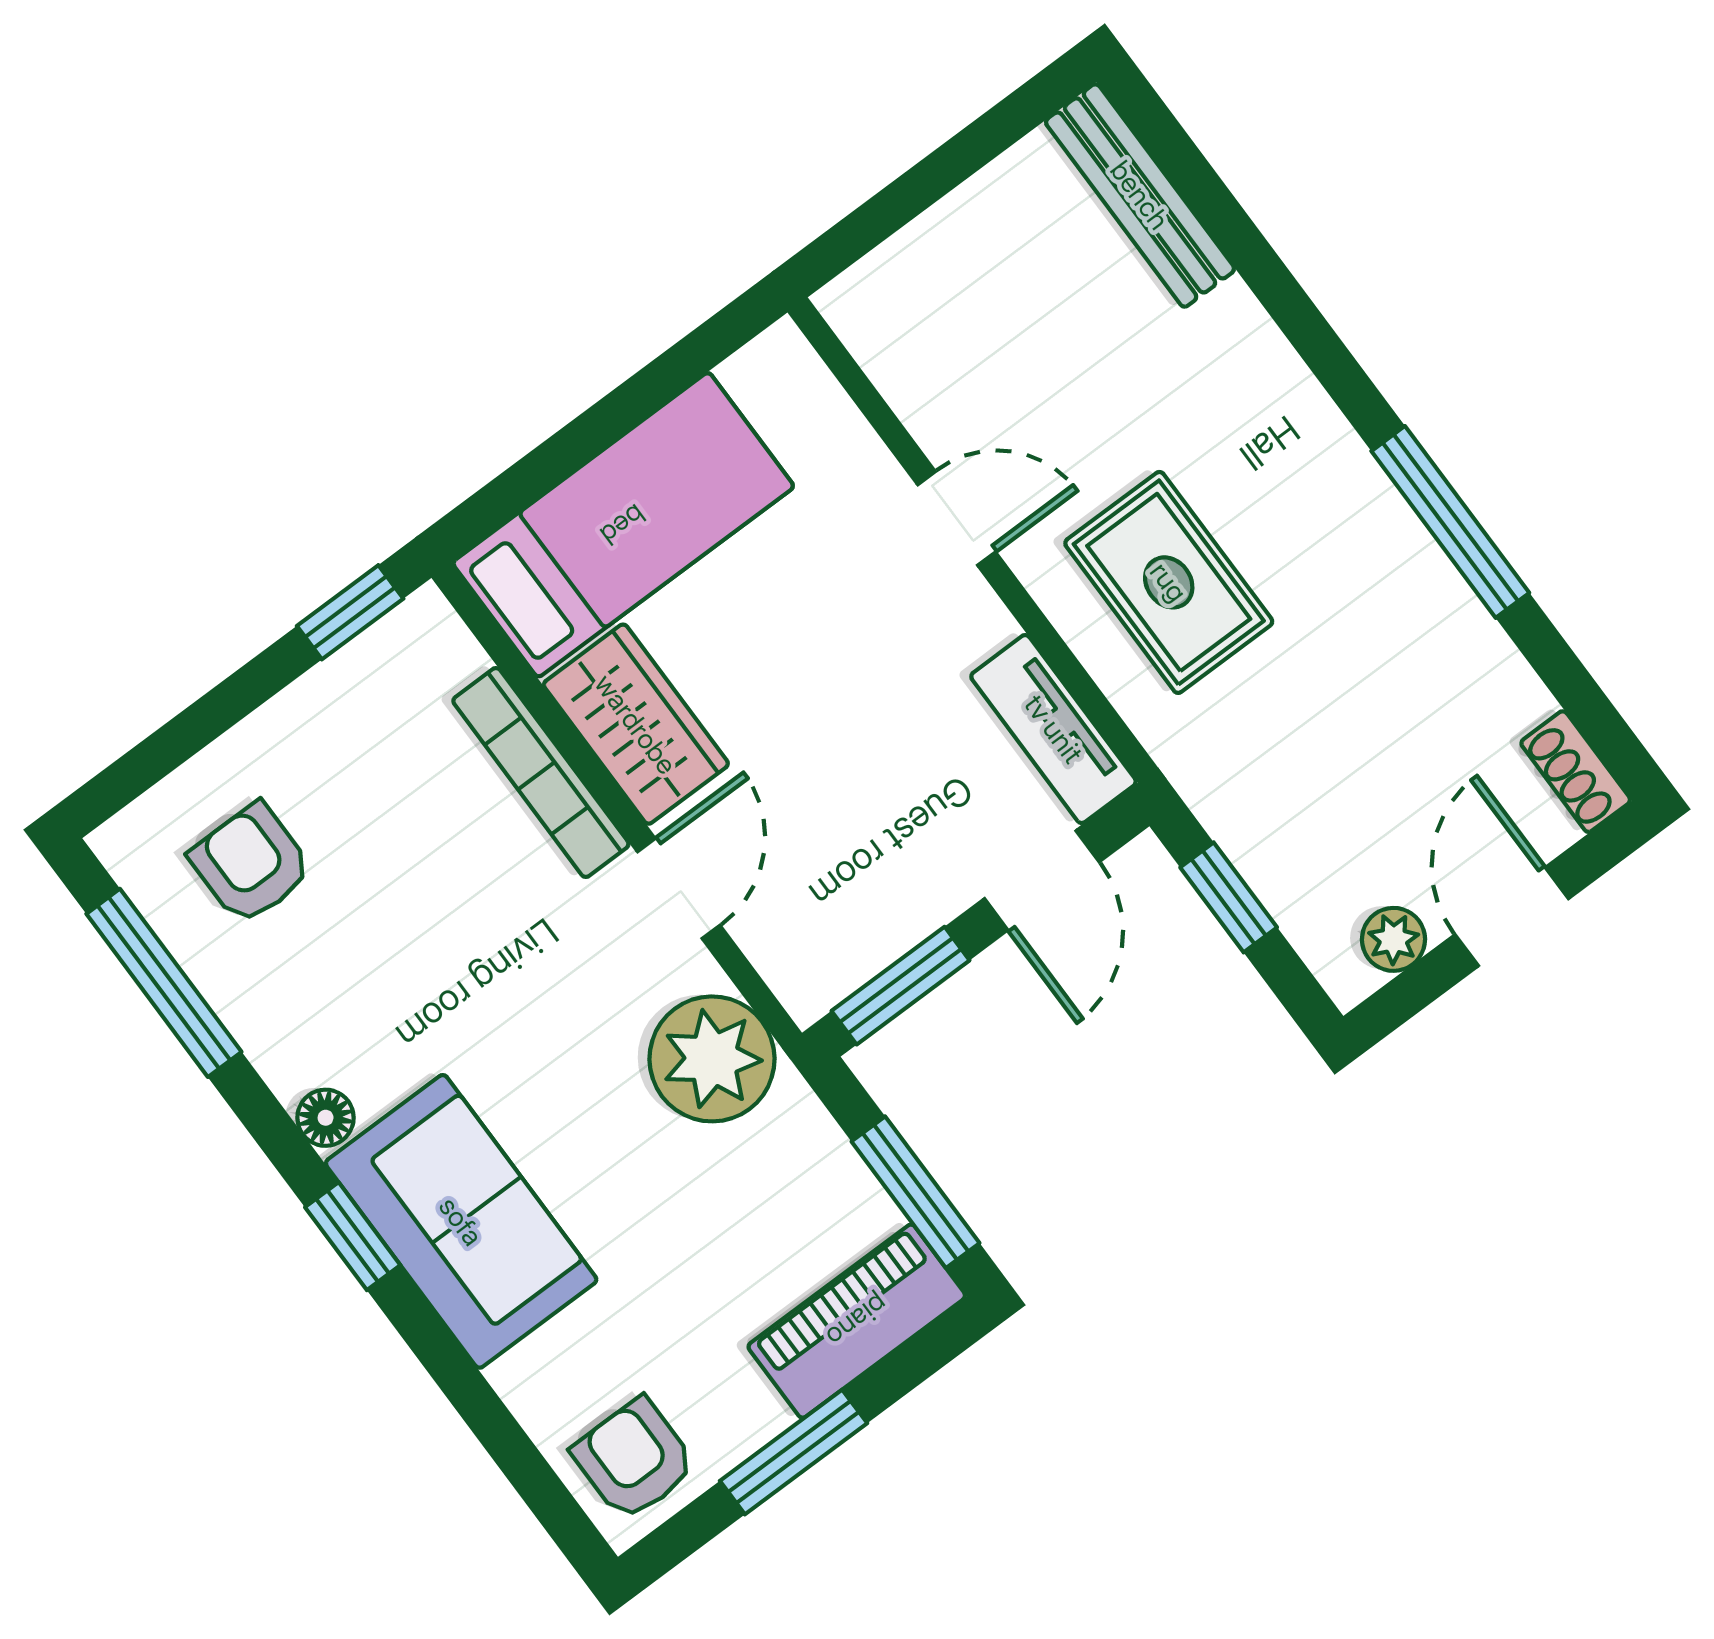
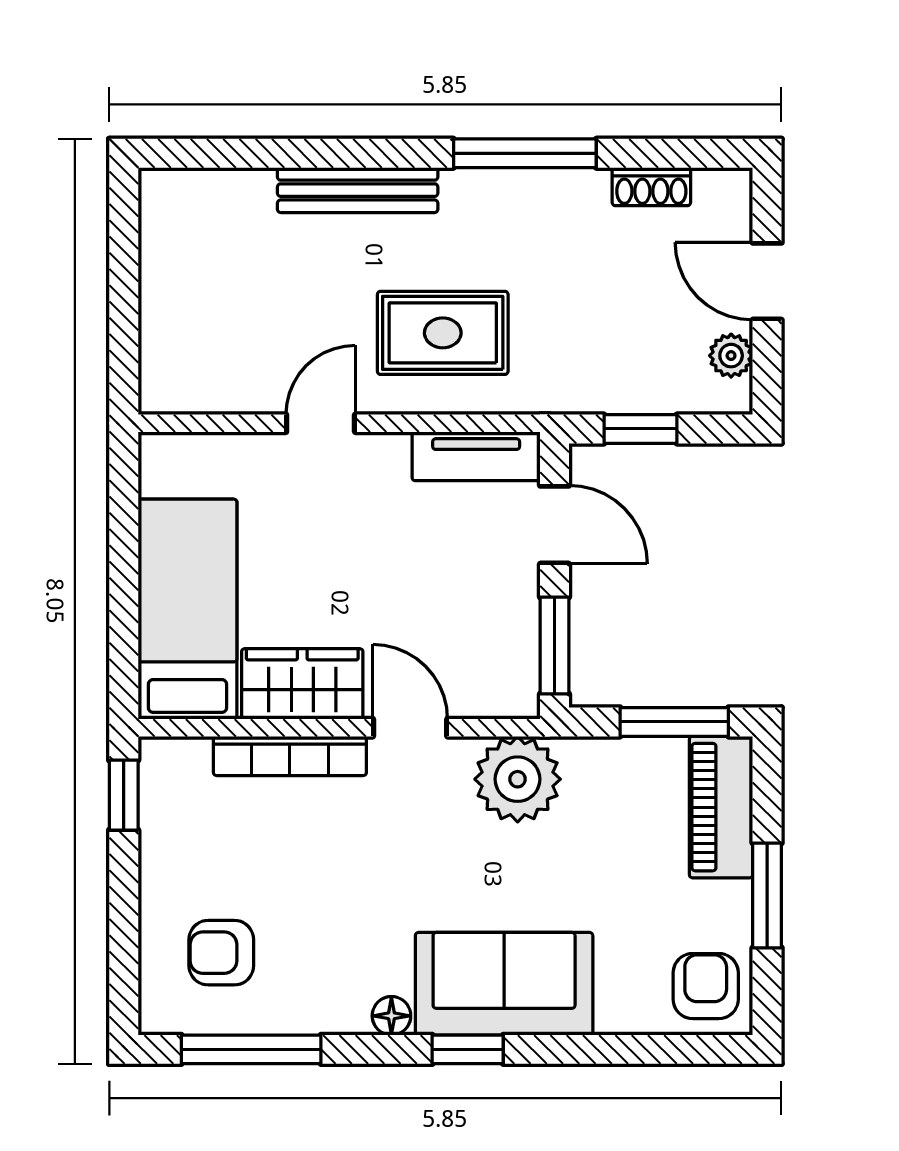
bench: (1140, 195) -> (358, 190), moved
shoe rack: (1576, 772) -> (651, 187), moved
armchair: (634, 1459) -> (706, 986), turned 90

